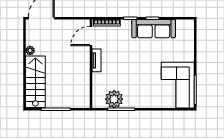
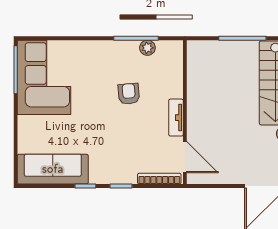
sofa: (154, 29) -> (53, 169), moved
door: (91, 36) -> (185, 157), hinge flipped
armchair: (126, 75) -> (129, 94), added
plant: (114, 99) -> (147, 48), width x0.53, depth x0.53

